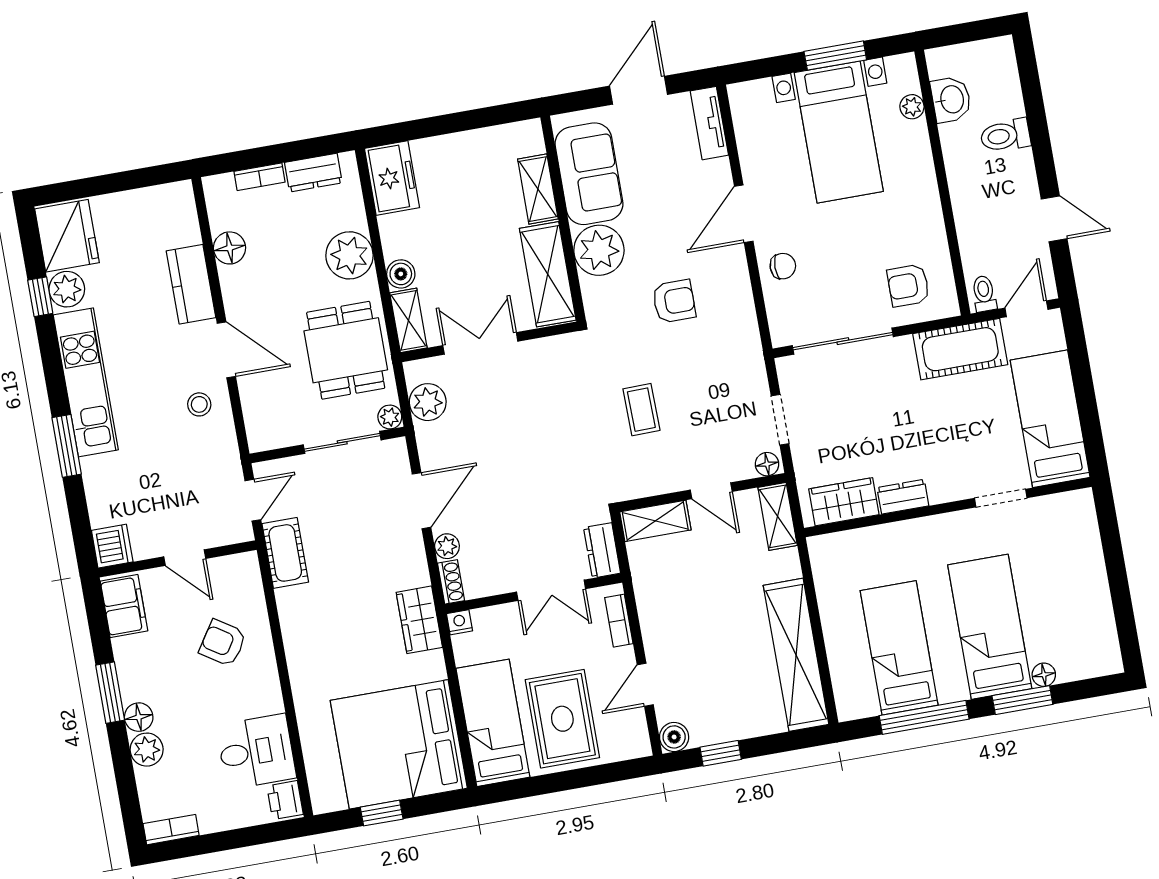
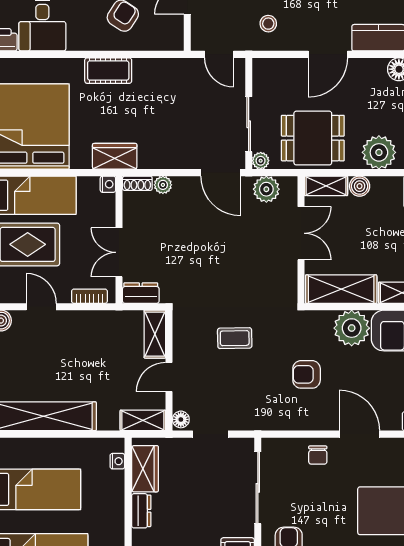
armchair: (674, 301) -> (307, 374), turned 90
stool: (199, 404) -> (268, 24), moved
door: (422, 501) -> (221, 173), moved
nightstand: (840, 542) -> (117, 461), added
cot: (285, 553) -> (108, 71), moved

